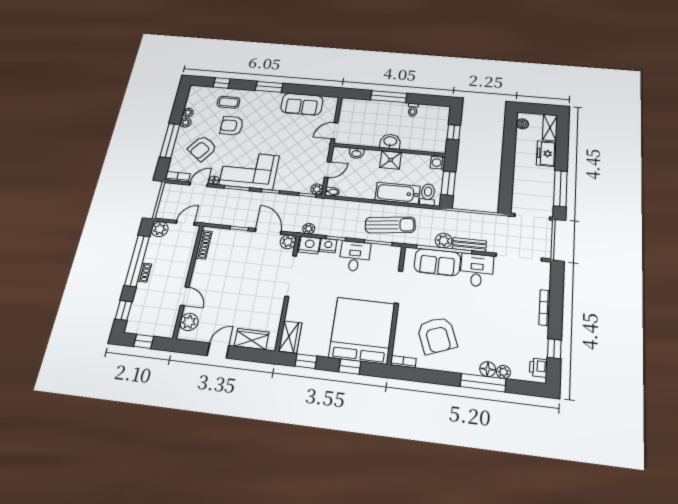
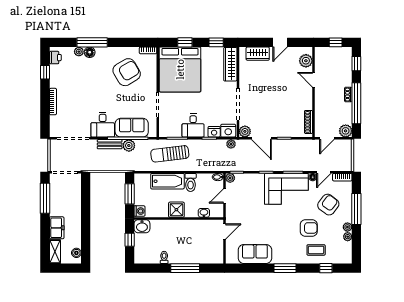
washbasin: (390, 142) -> (142, 226), moved
toilet: (428, 195) -> (191, 182), moved
armchair: (437, 335) -> (127, 72), turned 80
wardrobe: (290, 337) -> (230, 64), width x1.50

